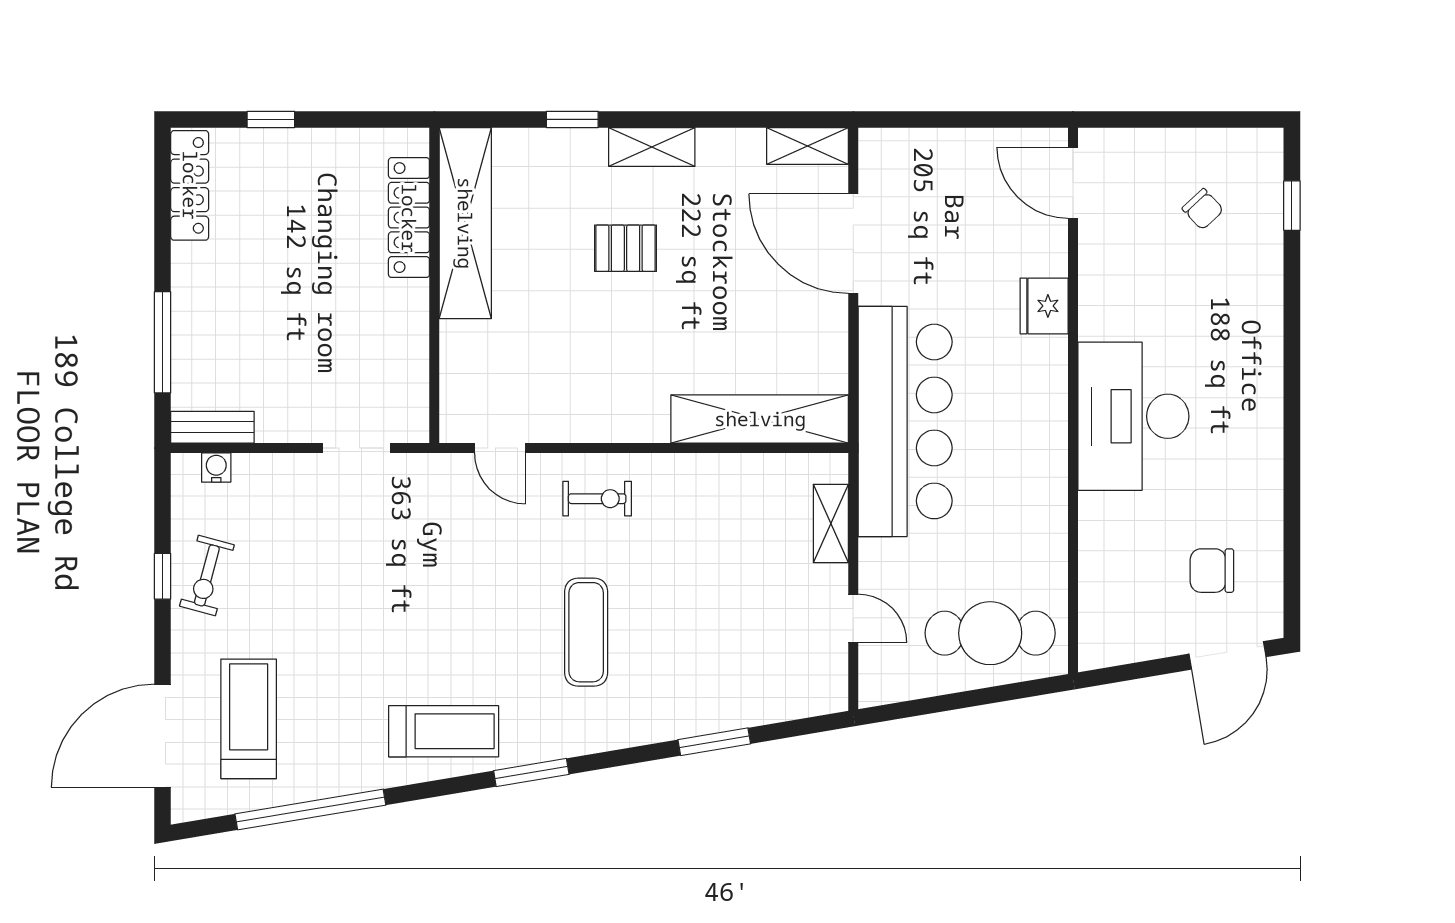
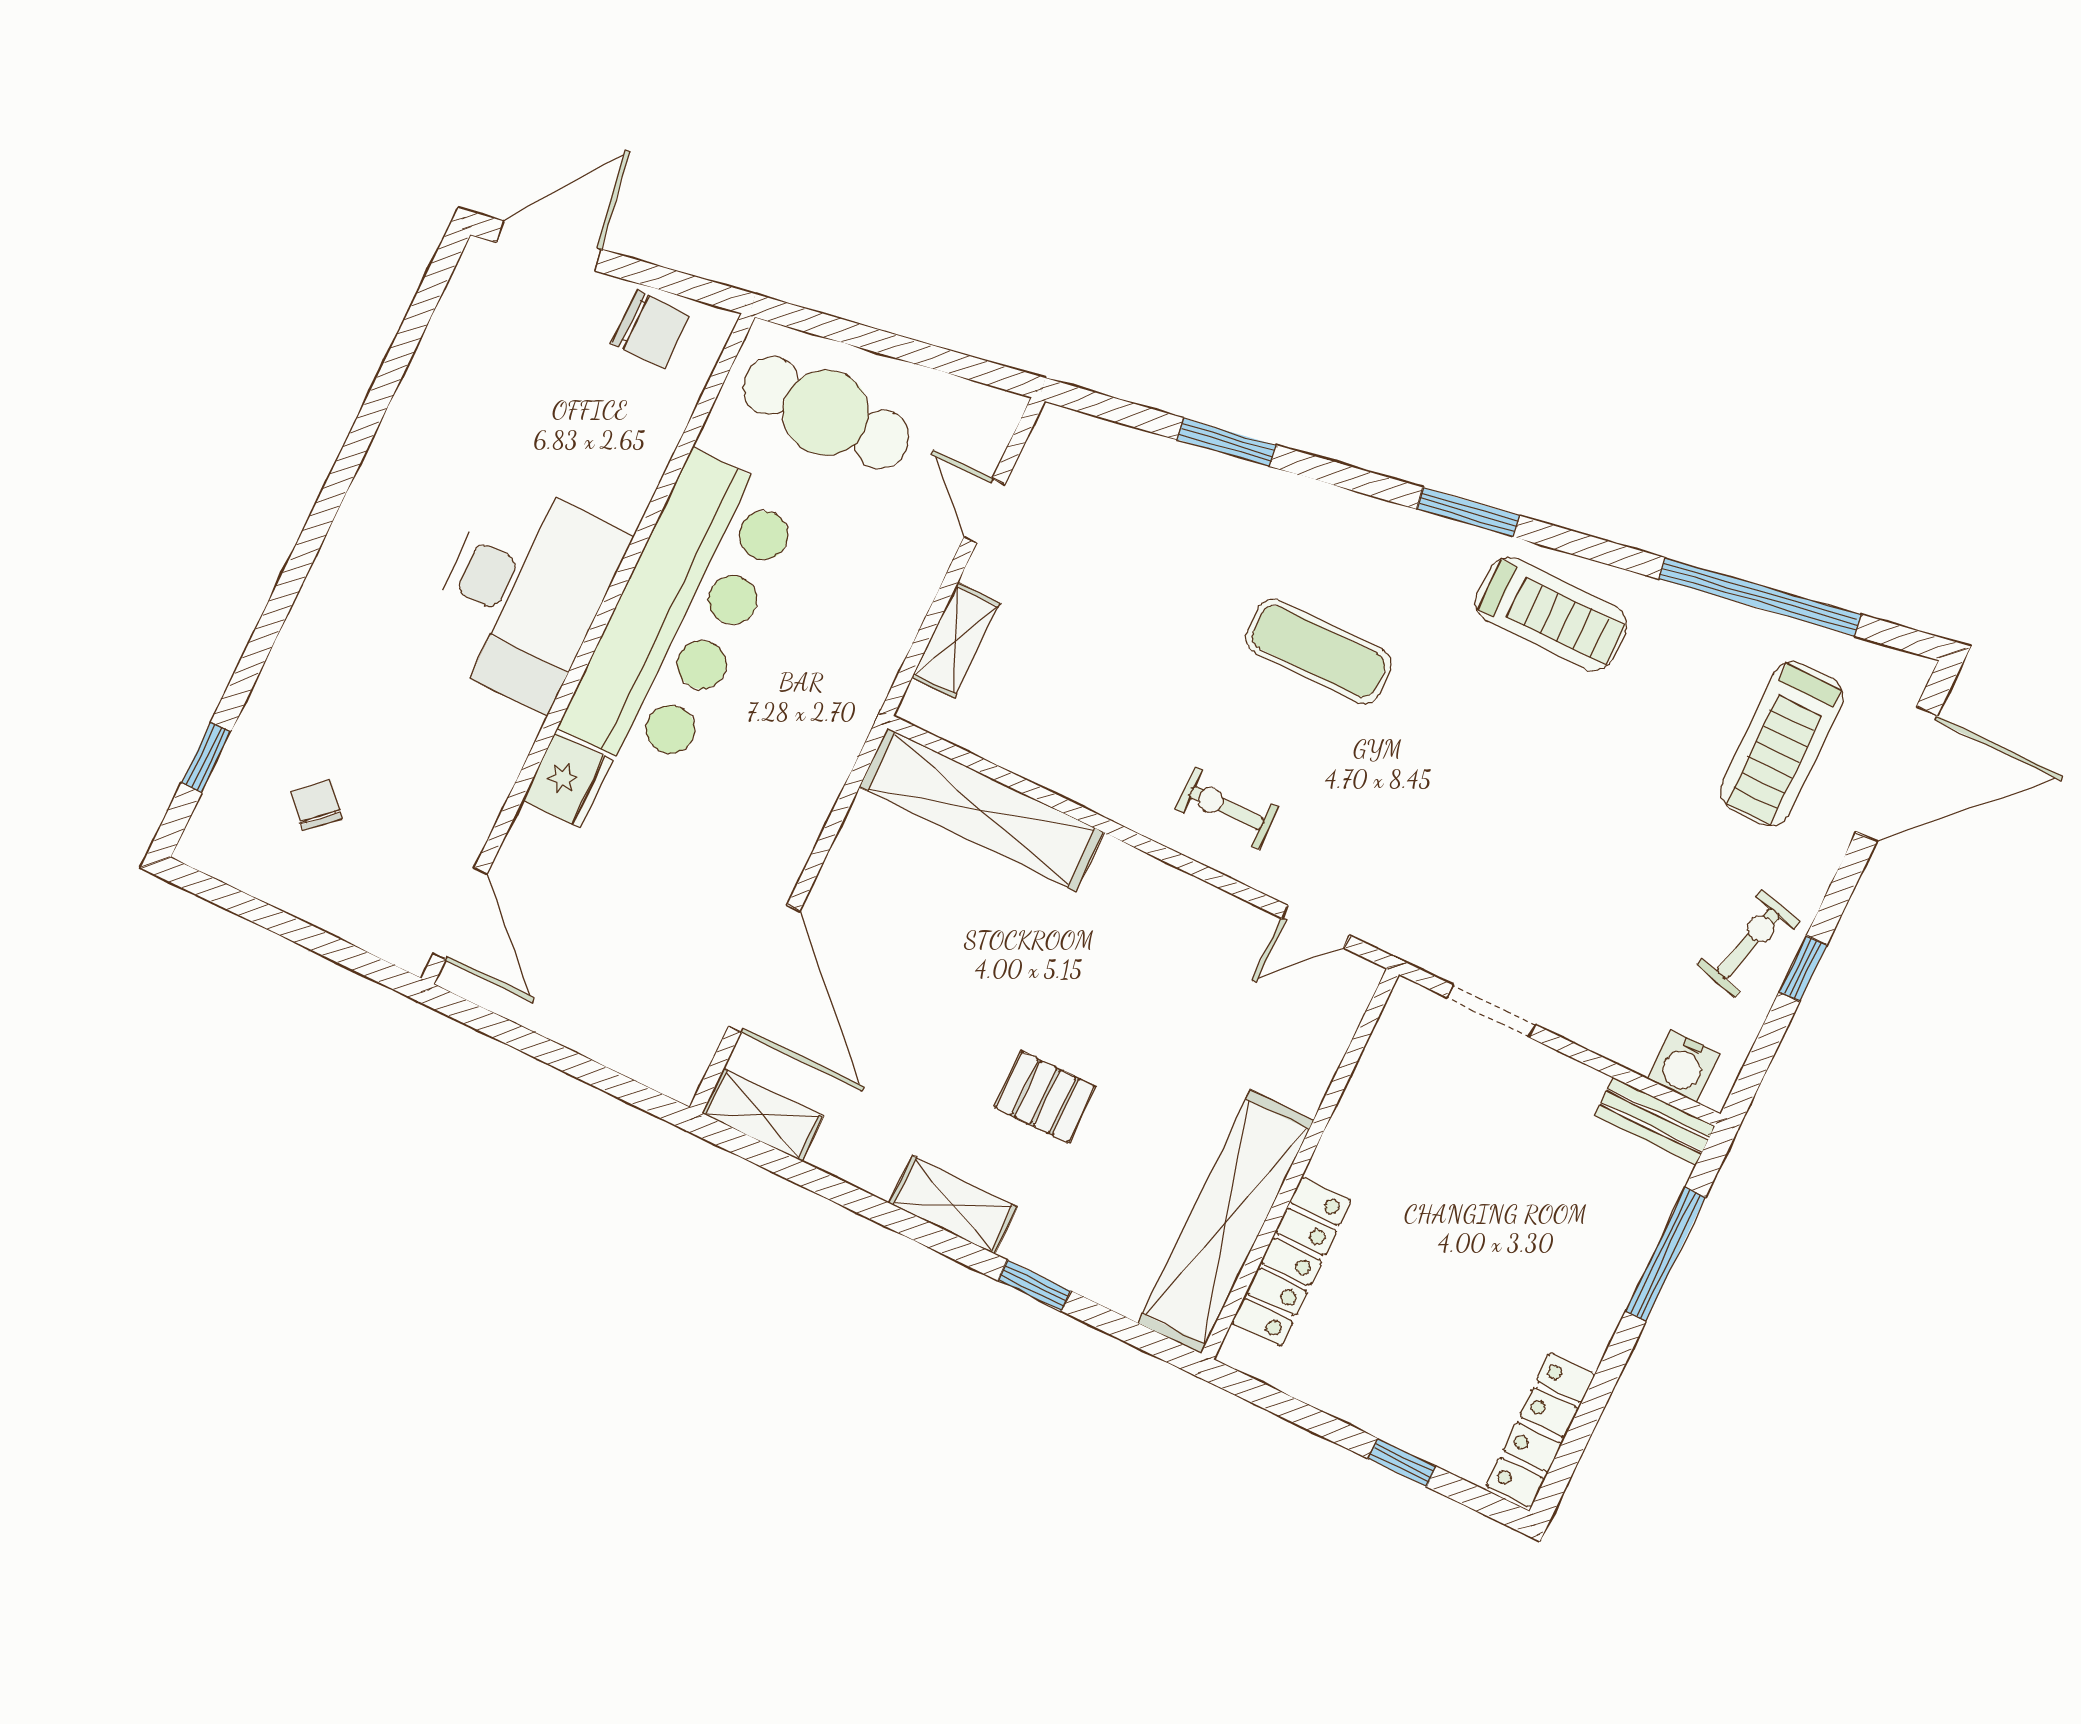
bar counter: (905, 421) -> (682, 615), moved, turned 180
door: (500, 448) -> (1316, 927), swing flipped
water cooler: (216, 468) -> (1684, 1066), width x1.38, depth x1.38
chair: (1212, 571) -> (650, 329), moved
exercise mat: (586, 632) -> (1319, 651), turned 90
treadmill: (444, 731) -> (1551, 614), turned 180

